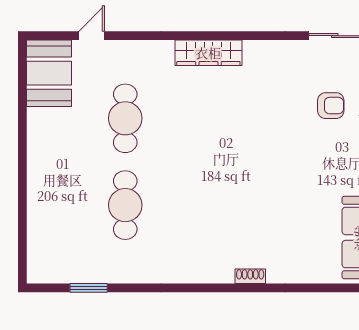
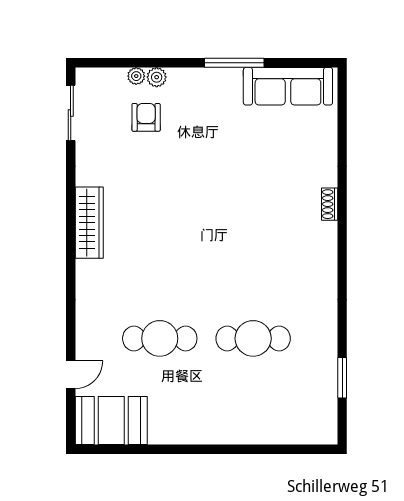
door: (92, 36) -> (71, 375), swing flipped
wardrobe: (208, 53) -> (89, 223), moved

